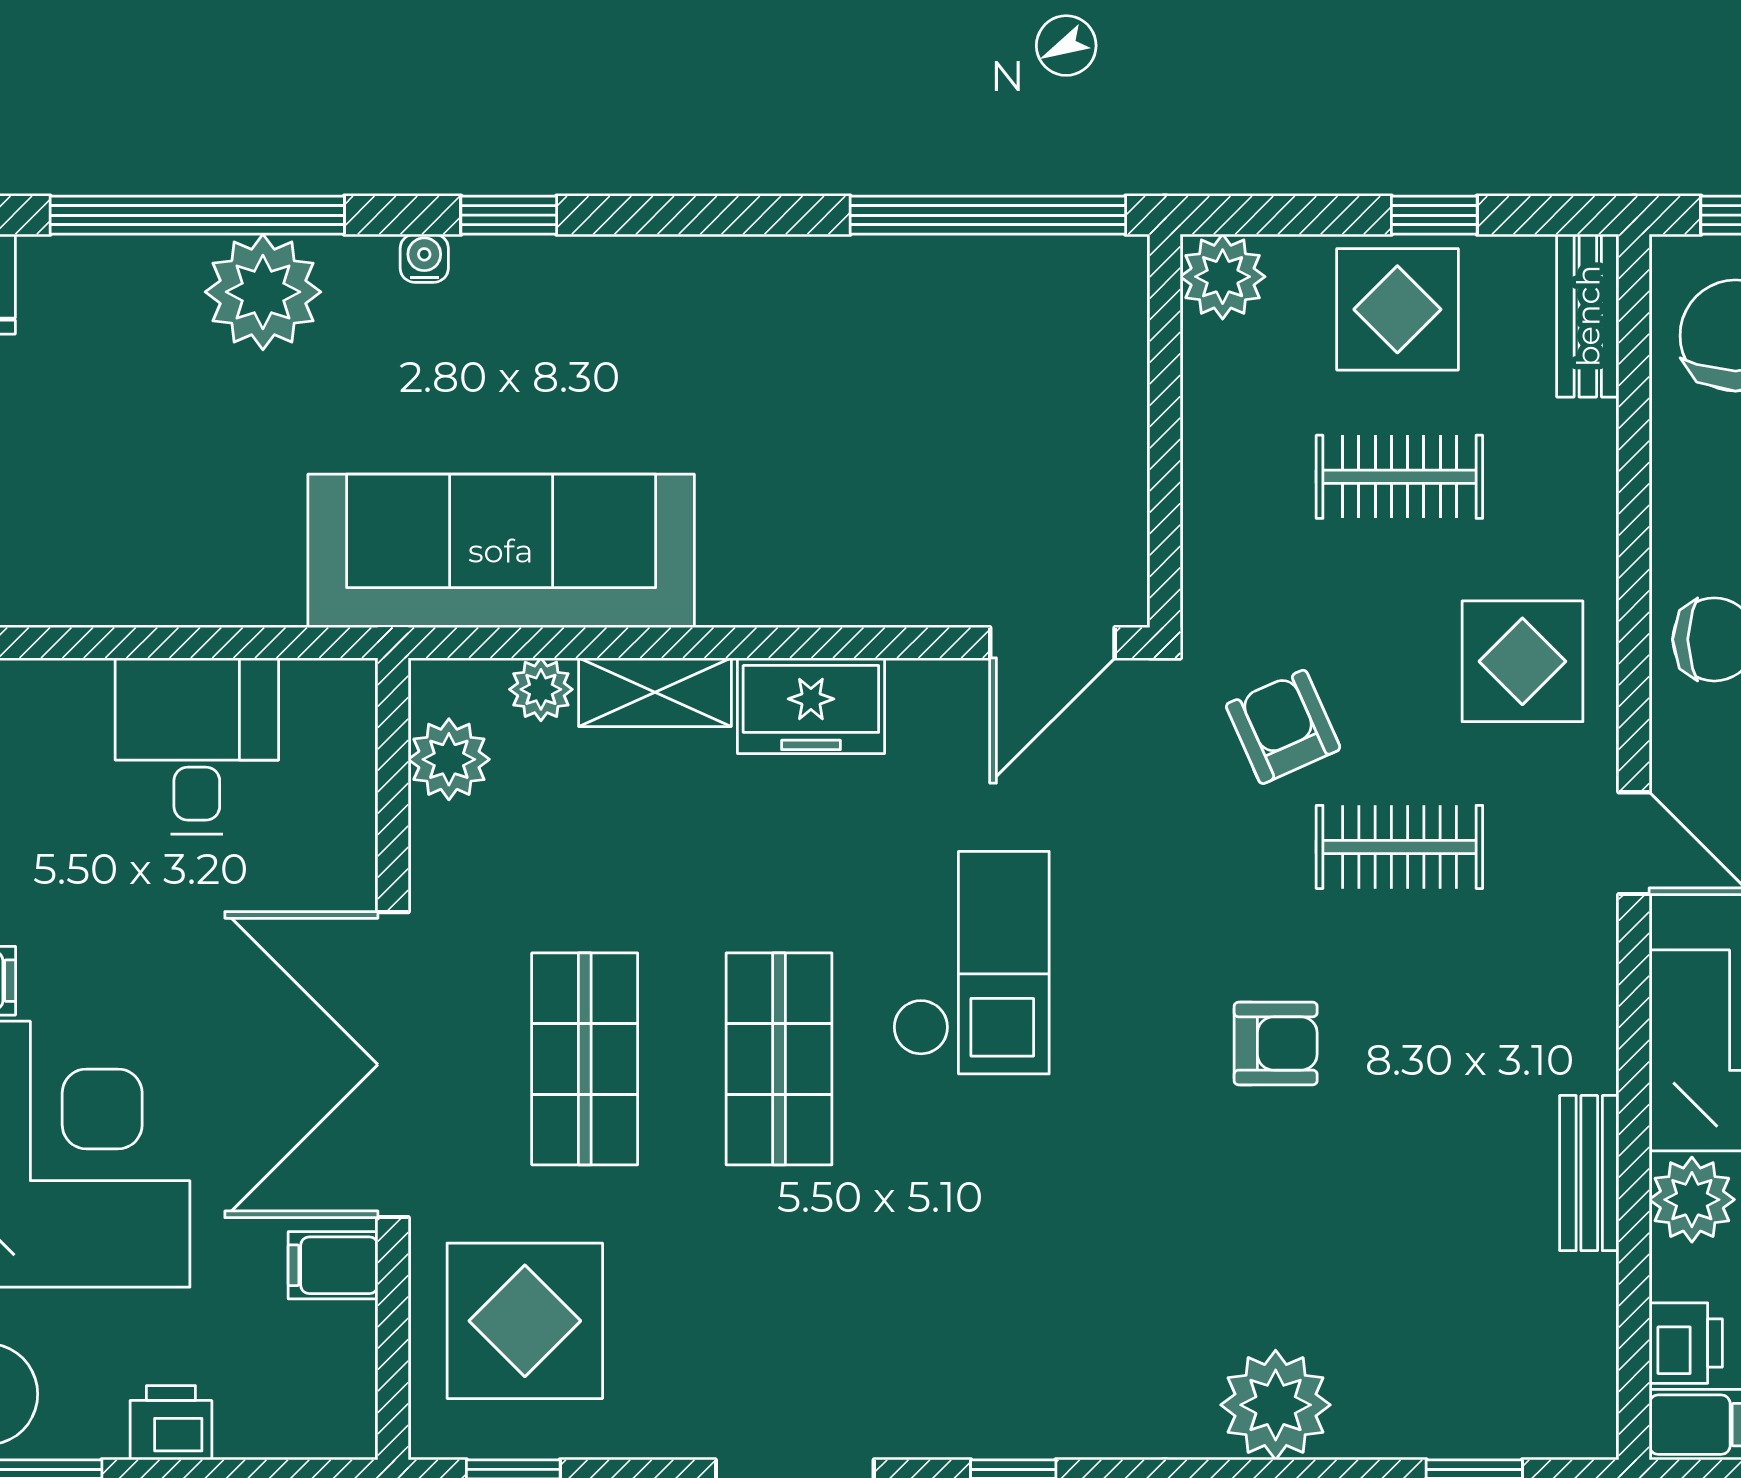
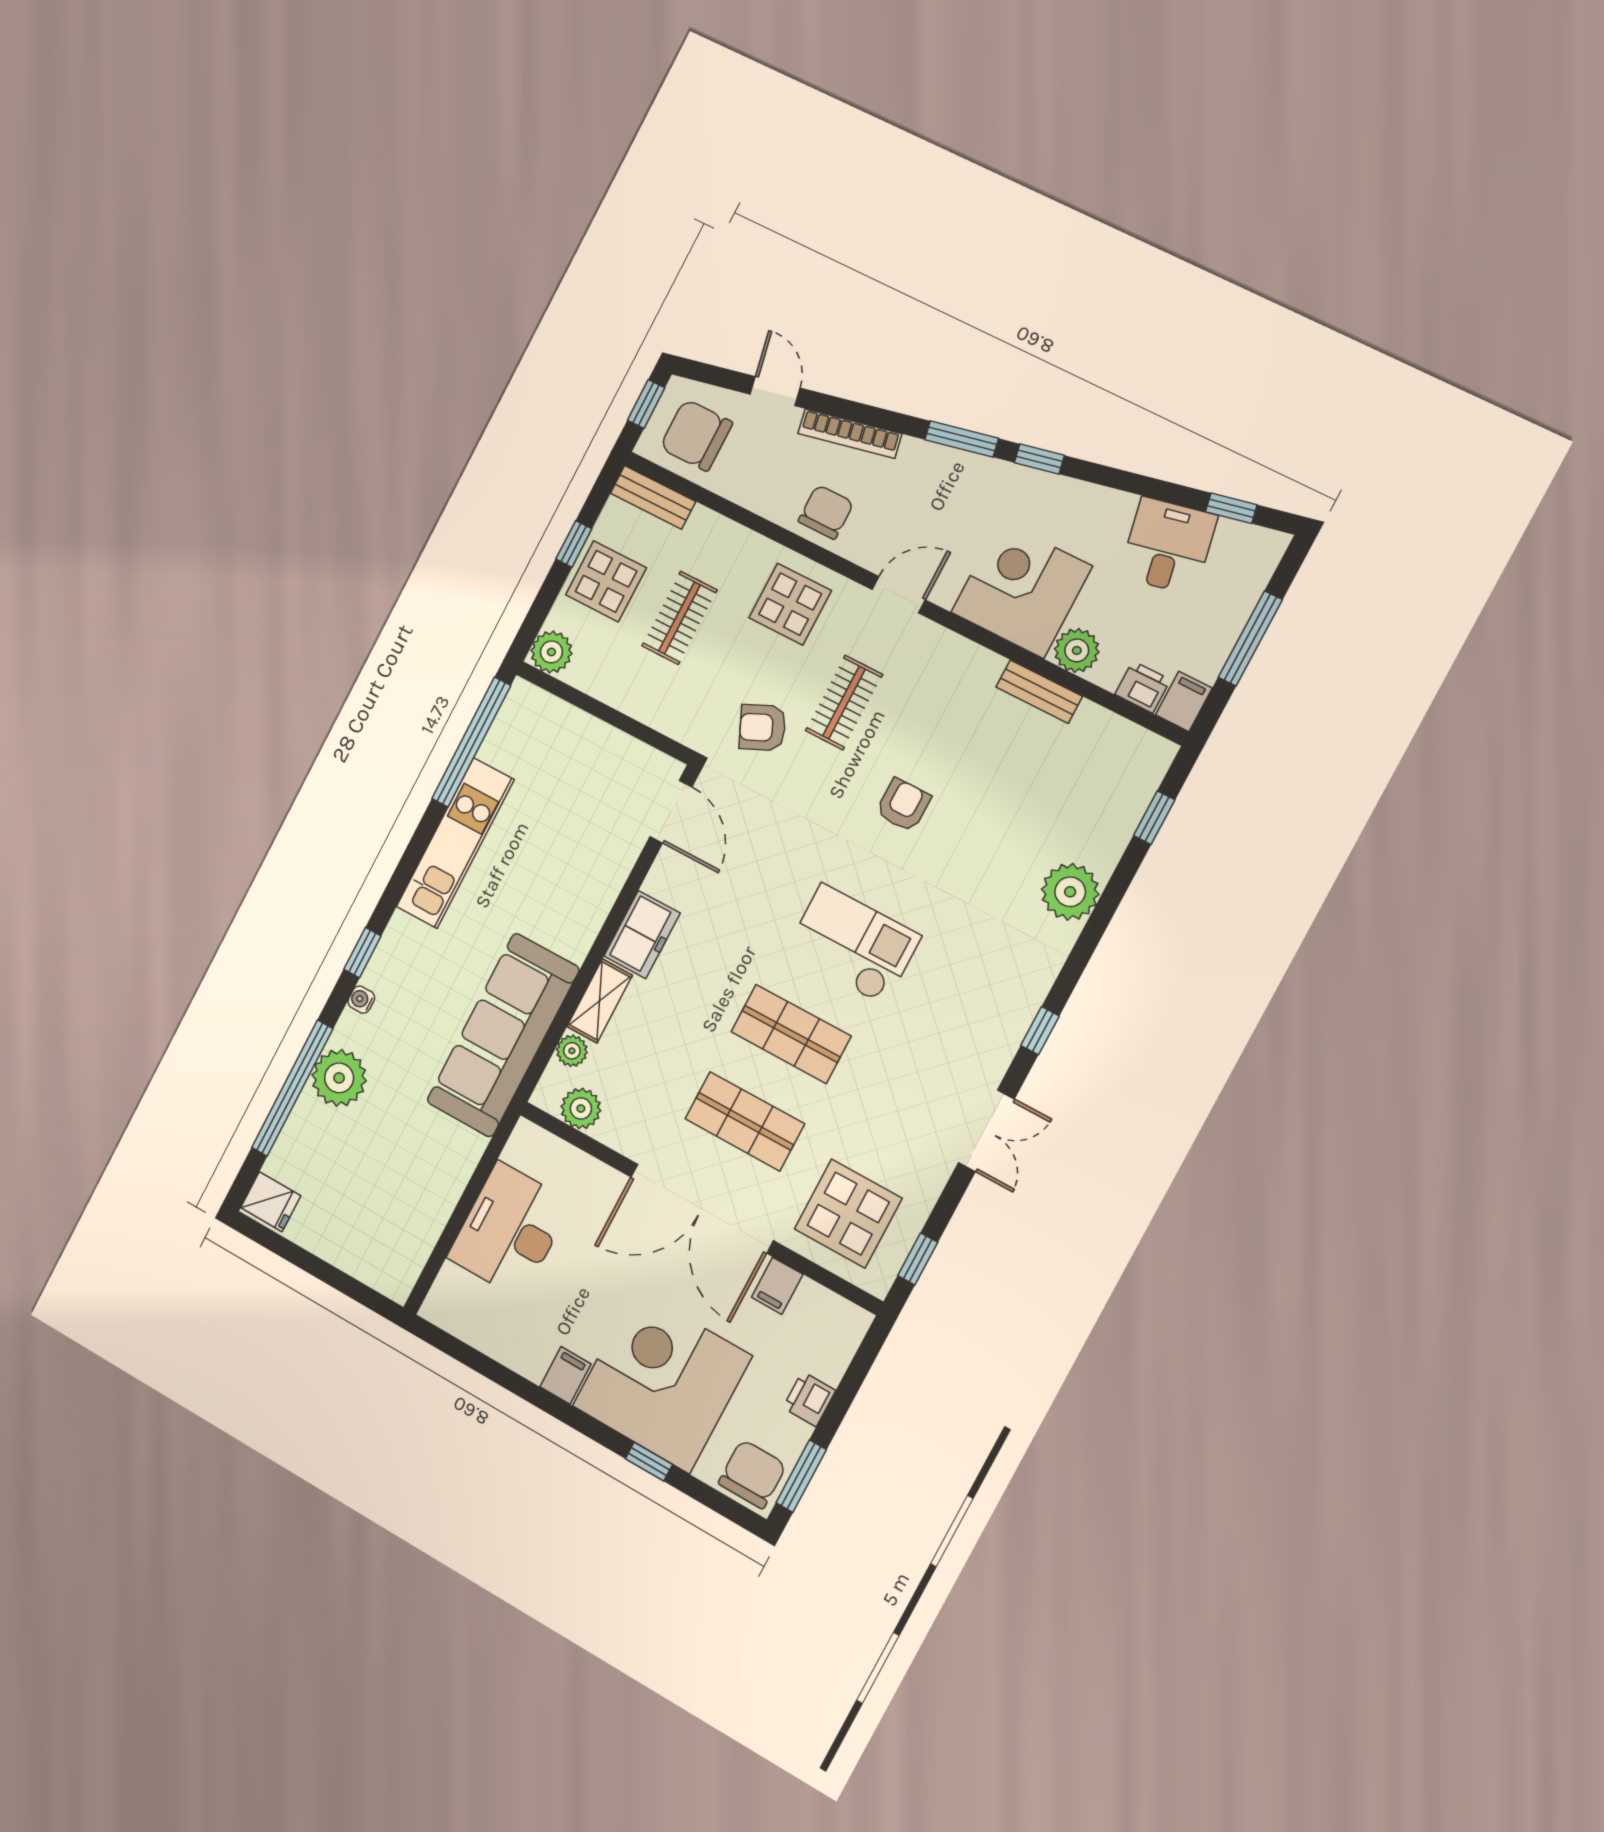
kitchen unit: (793, 282) -> (455, 843), added
desk: (197, 746) -> (510, 1230), width x1.37
checkout: (971, 963) -> (853, 944), moved

